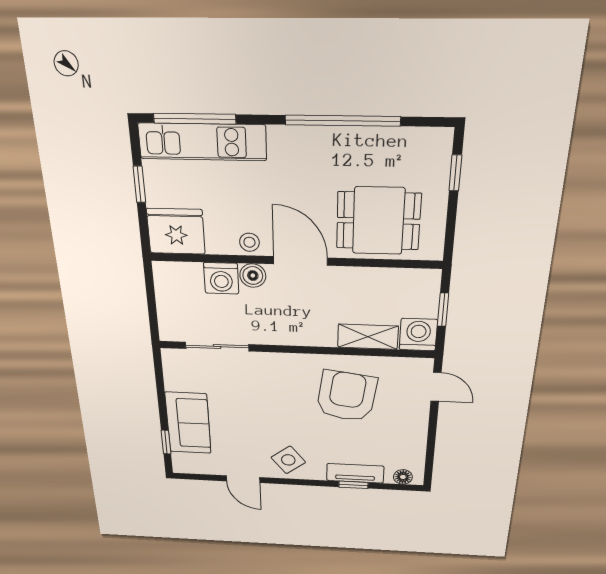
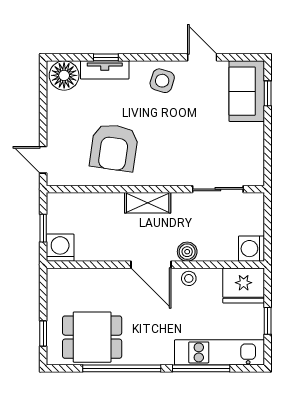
window: (195, 119) -> (201, 368), moved
dining table: (378, 221) -> (92, 337), moved
washing machine: (221, 278) -> (251, 249), moved, turned -90
washing machine: (418, 335) -> (60, 248), moved, turned 180
shelving: (368, 337) -> (148, 203), moved
sofa: (188, 423) -> (247, 91), moved
side table: (288, 460) -> (162, 81), turned -35
floor lamp: (403, 477) -> (64, 75), width x1.89, depth x1.89

